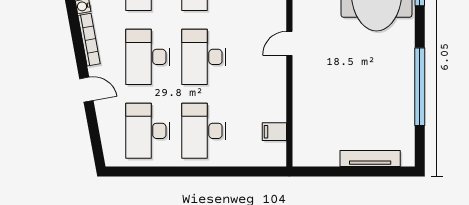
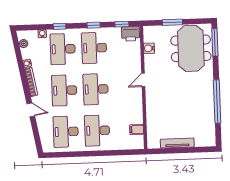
tv unit: (370, 158) -> (177, 143), moved

